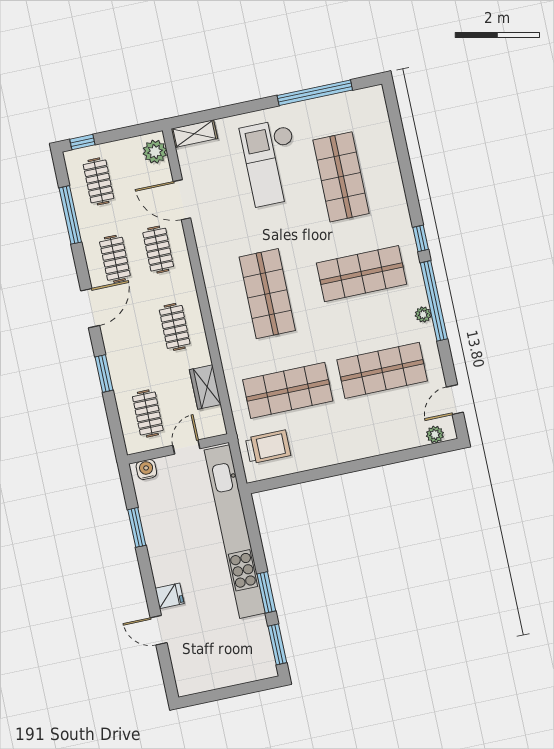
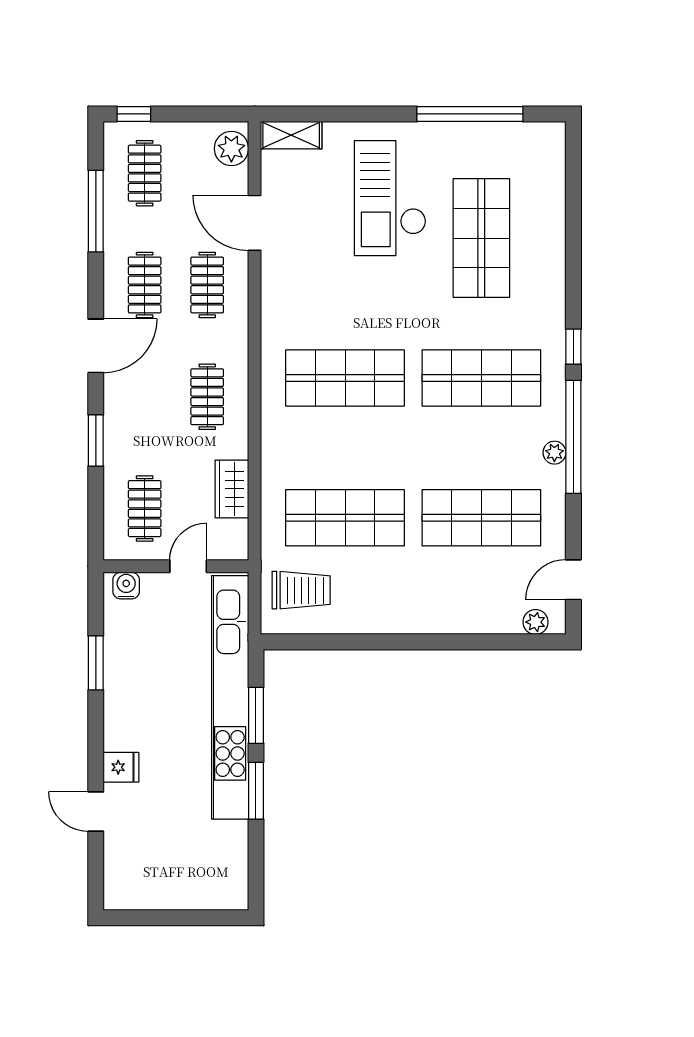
shop shelf: (267, 294) -> (345, 378), turned 90
window: (277, 644) -> (256, 715), moved

